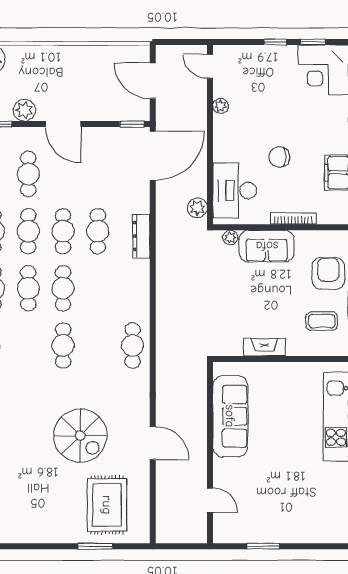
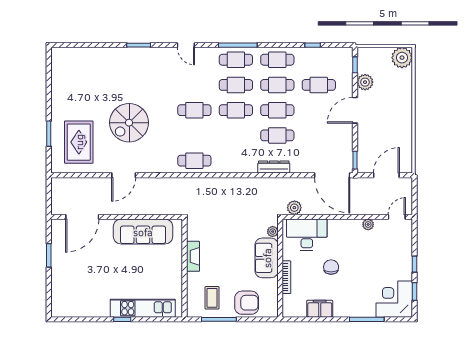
door: (210, 500) -> (82, 217), width x1.87
rug: (107, 505) -> (79, 142), turned 90

